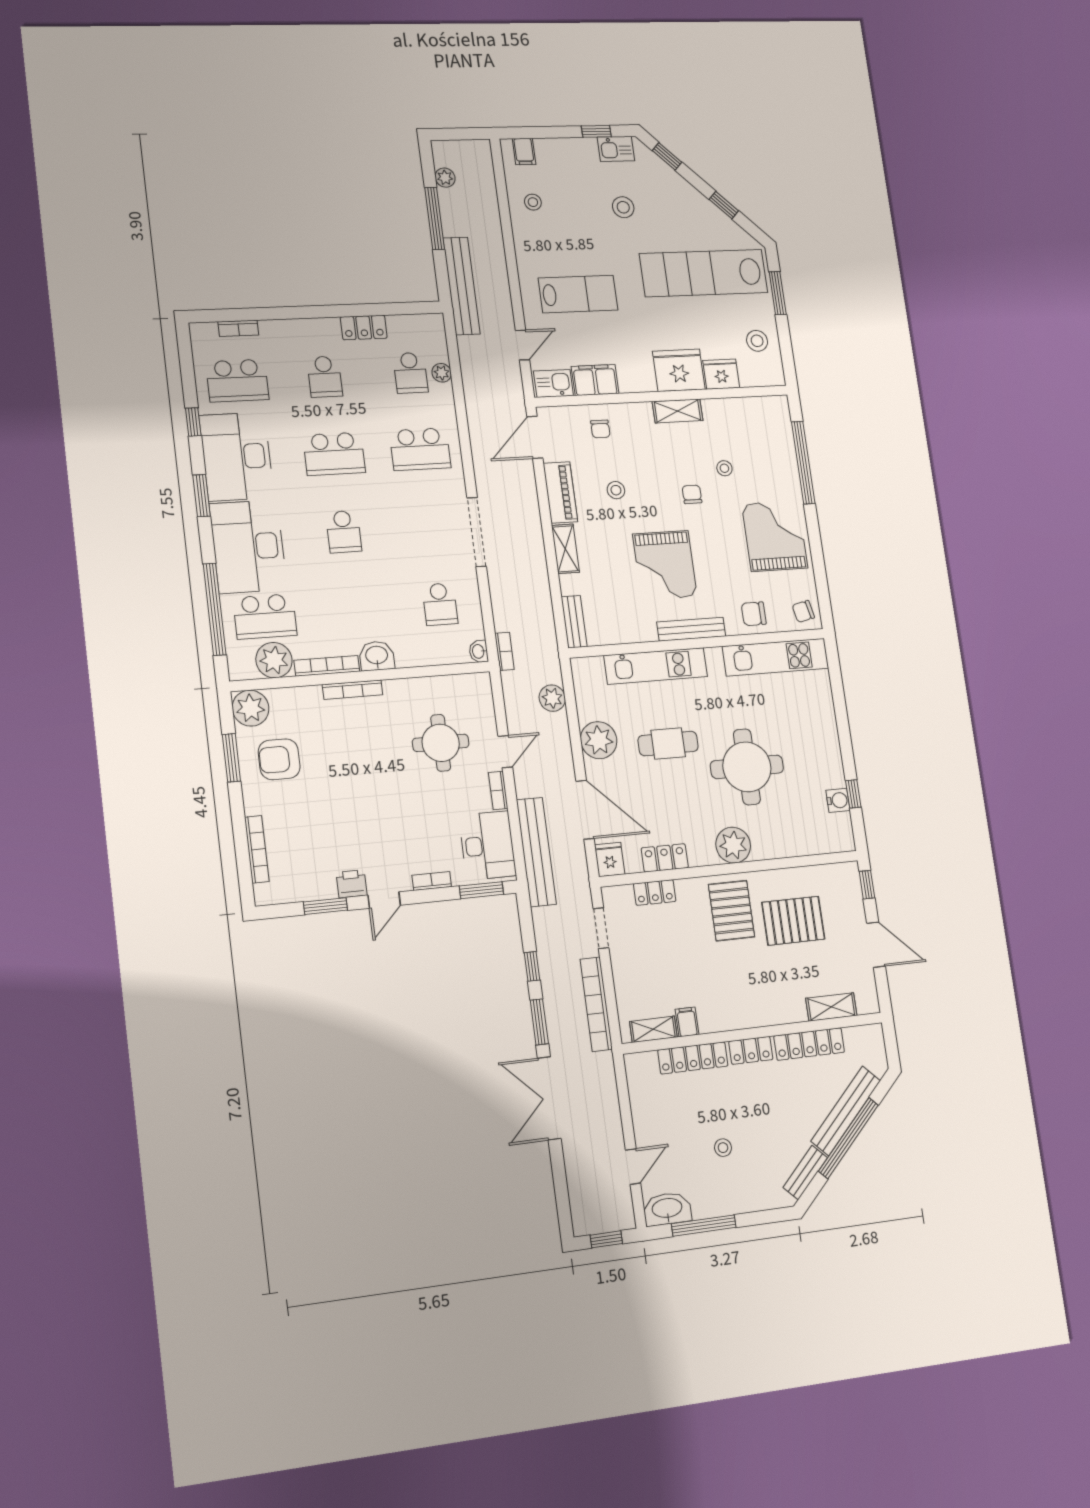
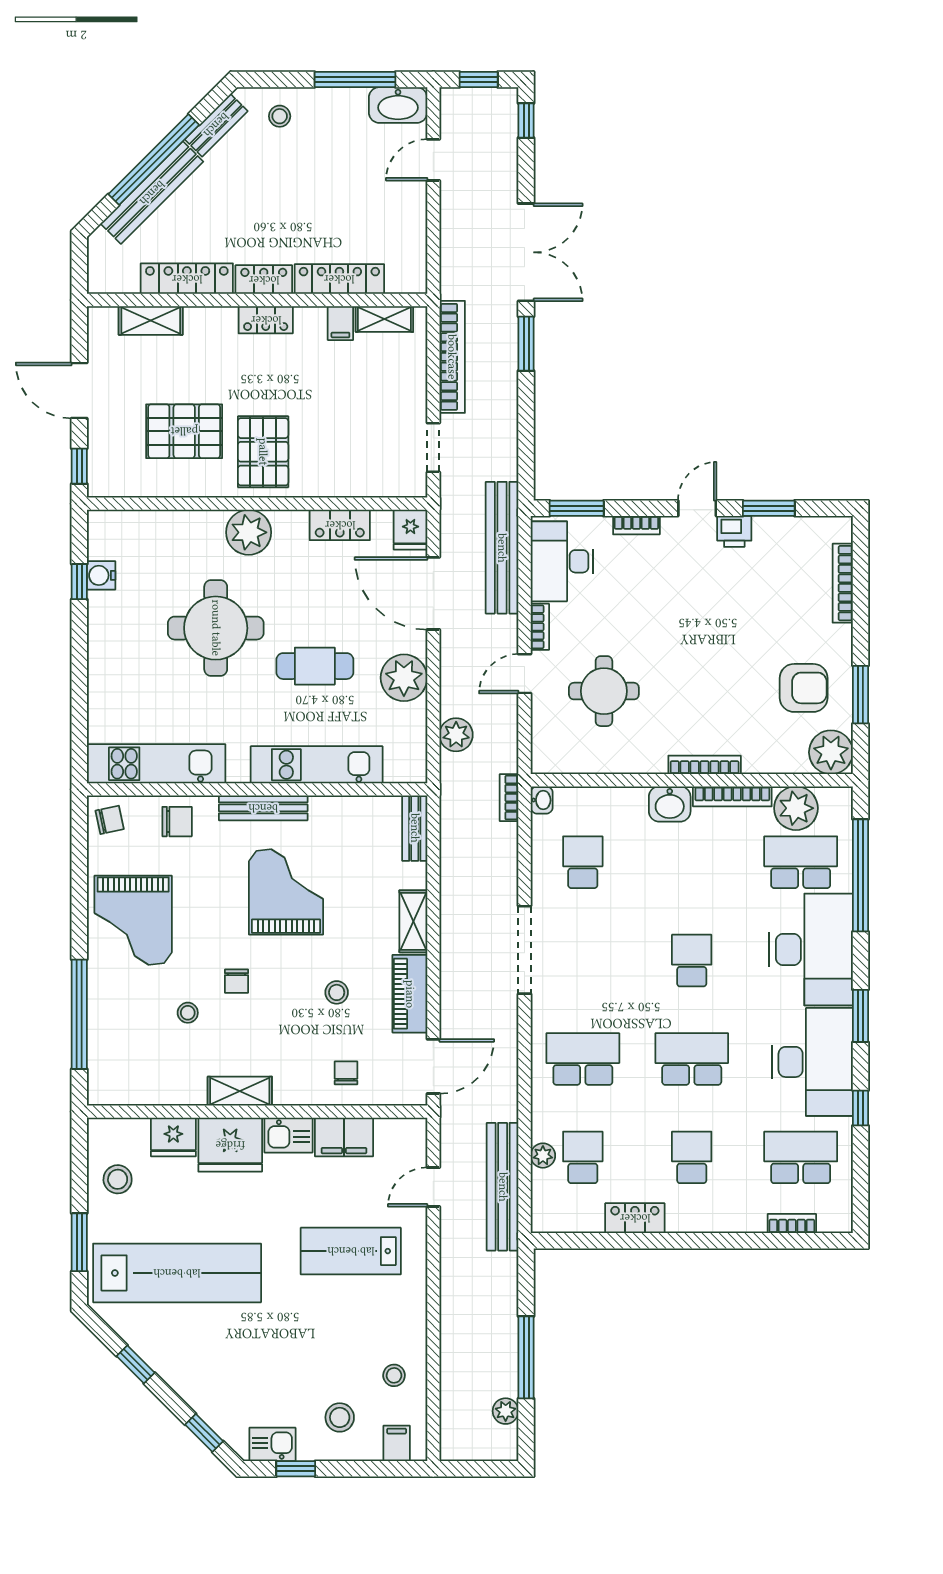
stool: (623, 207) -> (340, 1417), moved
bench: (462, 286) -> (503, 1187), moved
kitchen sink: (553, 383) -> (288, 1135), moved
locker: (655, 893) -> (266, 320), moved, turned 180
window: (532, 966) -> (526, 121), moved
stool: (723, 1148) -> (280, 116), moved

